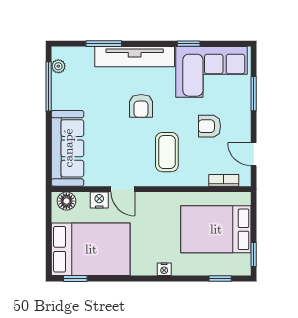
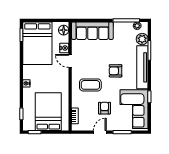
plant: (83, 57) -> (142, 39), added
door: (254, 154) -> (100, 132), moved
door: (123, 189) -> (70, 61), hinge flipped

